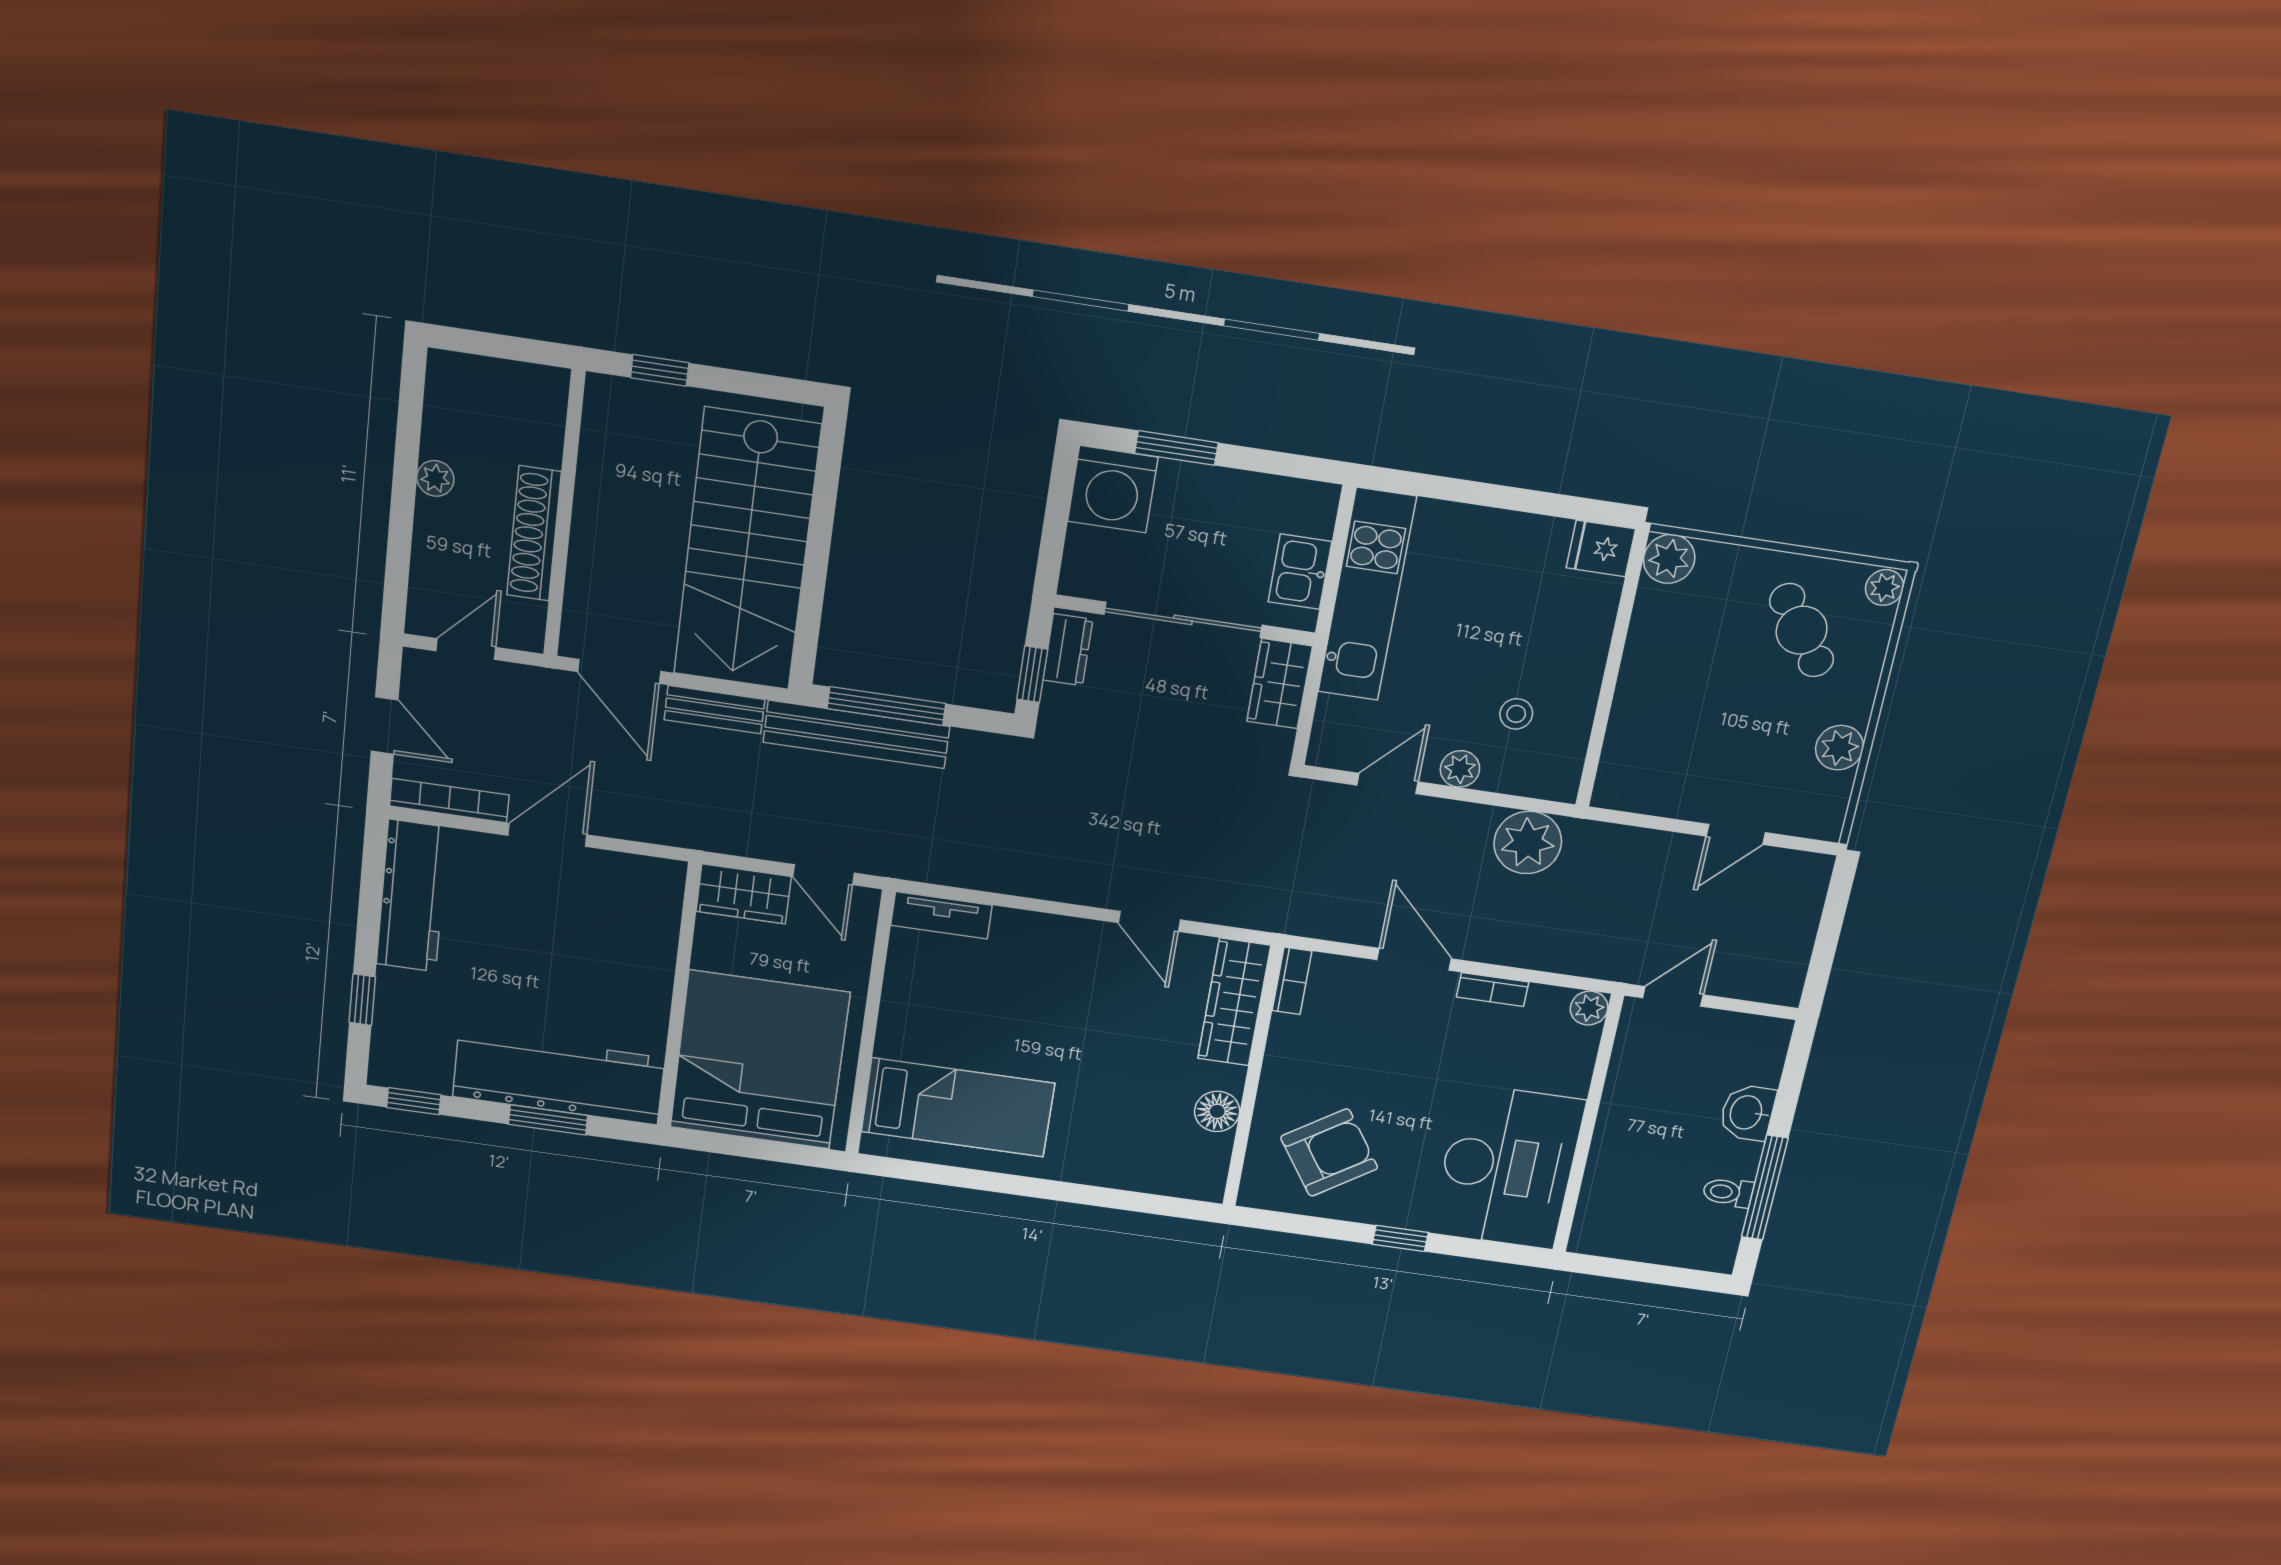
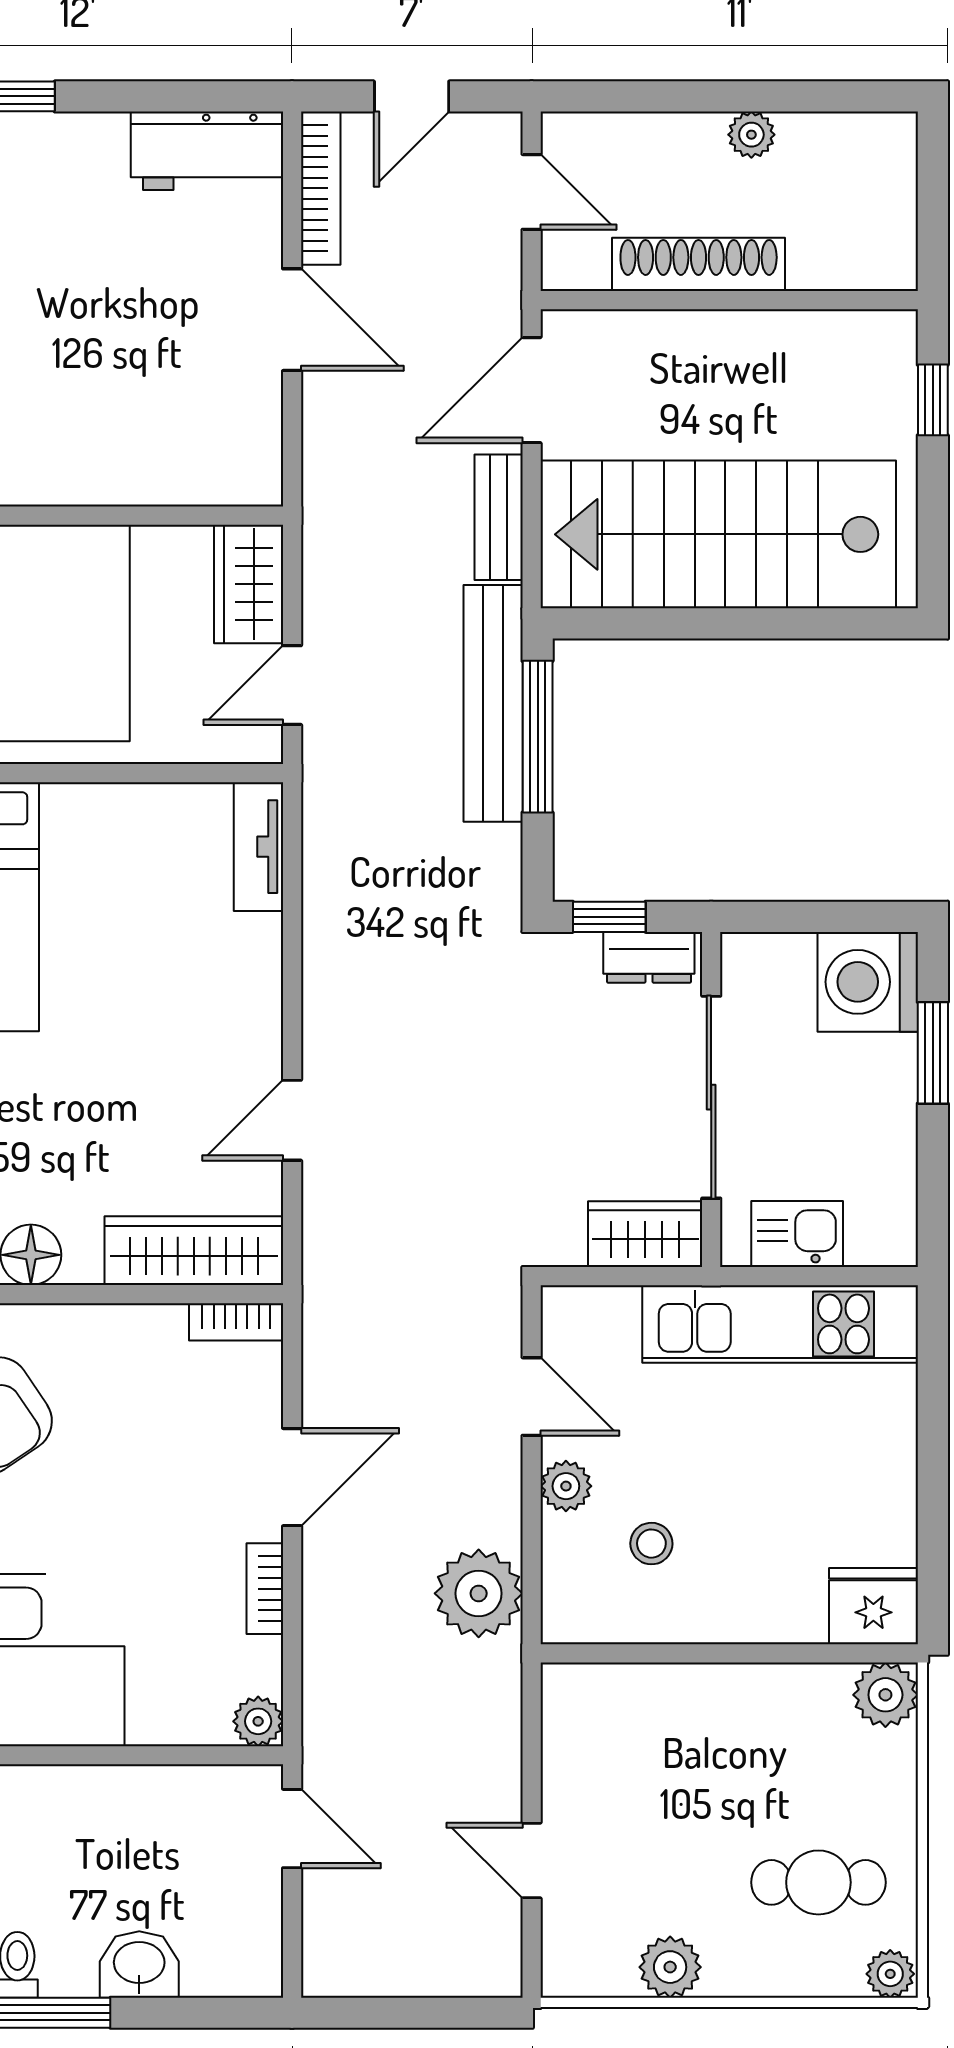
fridge: (1601, 548) -> (873, 1606), width x1.38
cafe table: (1802, 630) -> (818, 1882), turned 36
workbench: (412, 896) -> (207, 151), width x0.73

